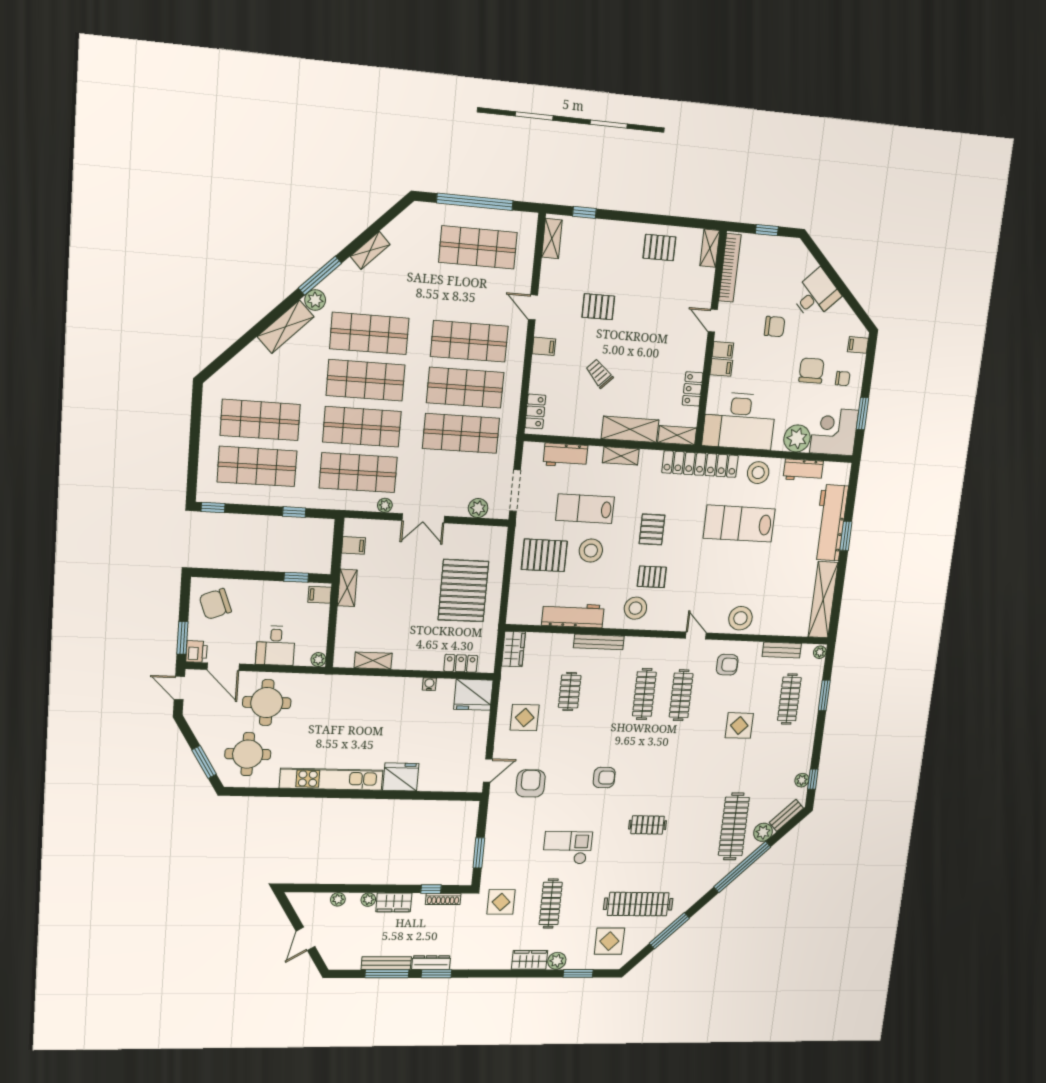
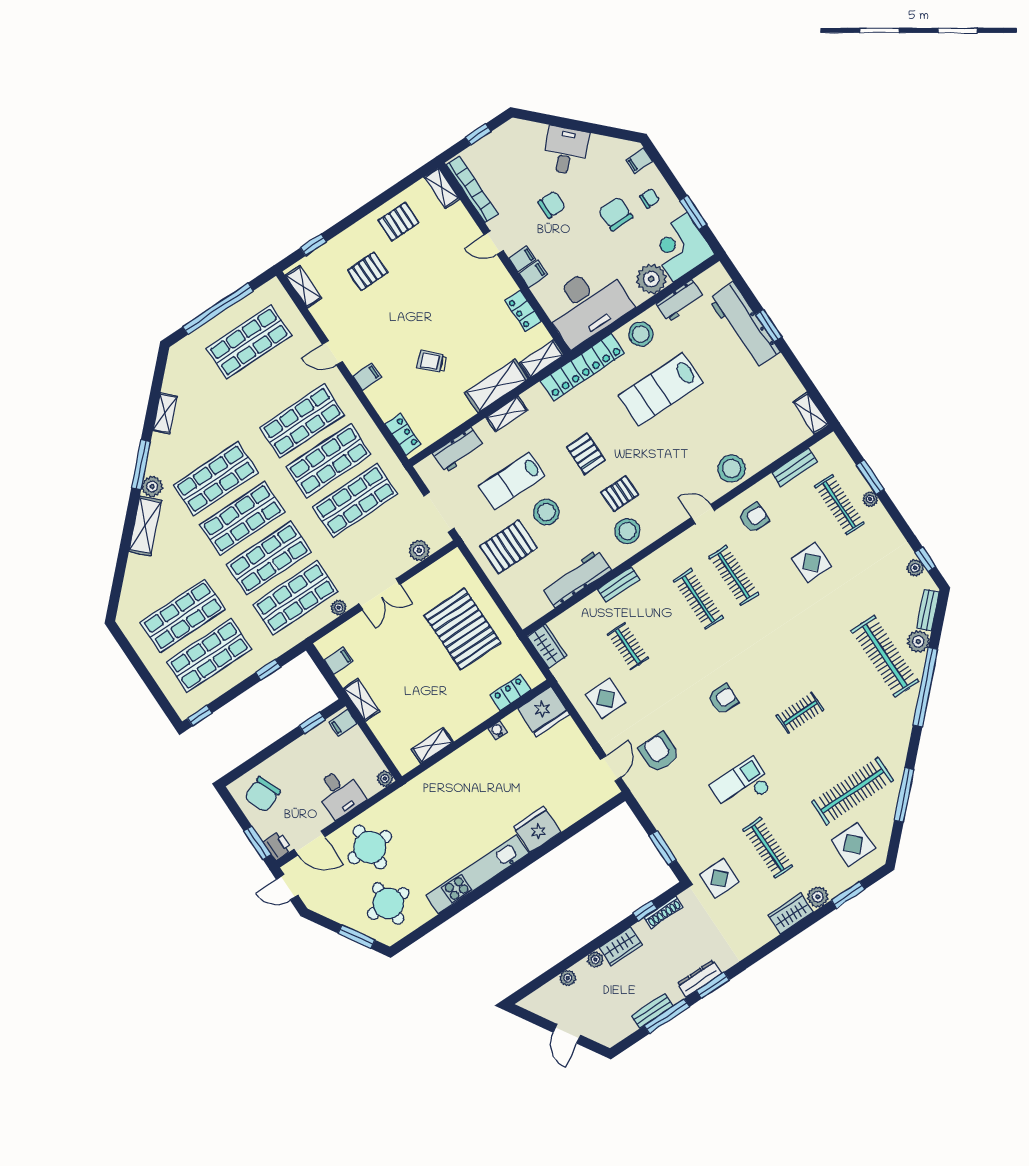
pallet: (598, 307) -> (368, 271), moved
shelving: (823, 600) -> (811, 413), width x0.45, depth x0.75
bench: (599, 642) -> (619, 584), width x0.73
plant: (820, 652) -> (870, 499), moved
bench: (386, 963) -> (652, 1011), width x0.73

